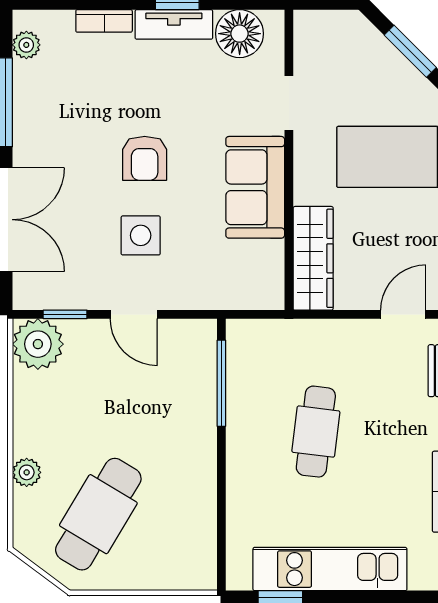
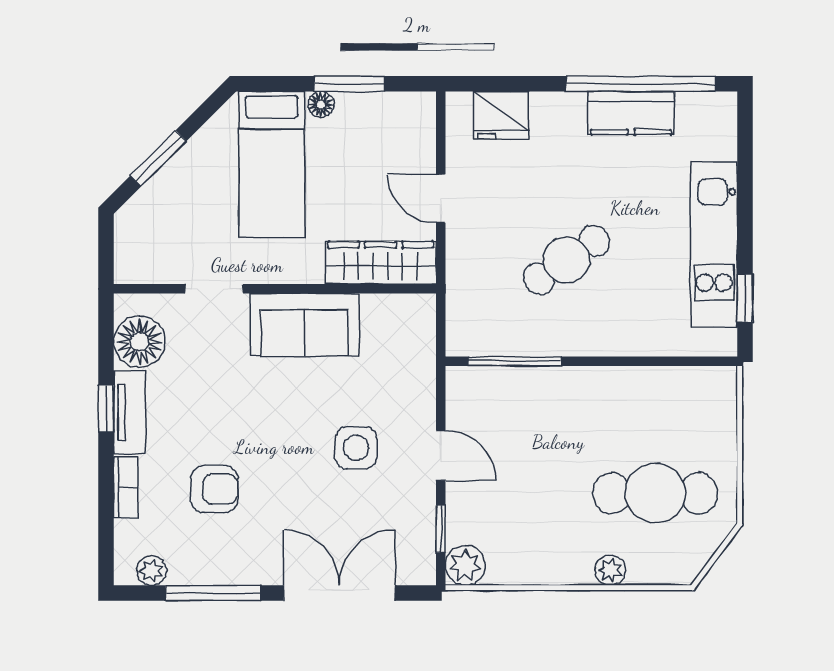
armchair: (145, 158) -> (214, 489), moved
door: (134, 314) -> (441, 455), hinge flipped
door: (403, 314) -> (441, 198), moved
plant: (38, 344) -> (465, 565), width x0.73, depth x0.73
cafe table: (316, 432) -> (567, 260), turned -41
cafe table: (98, 514) -> (655, 493), turned -31

